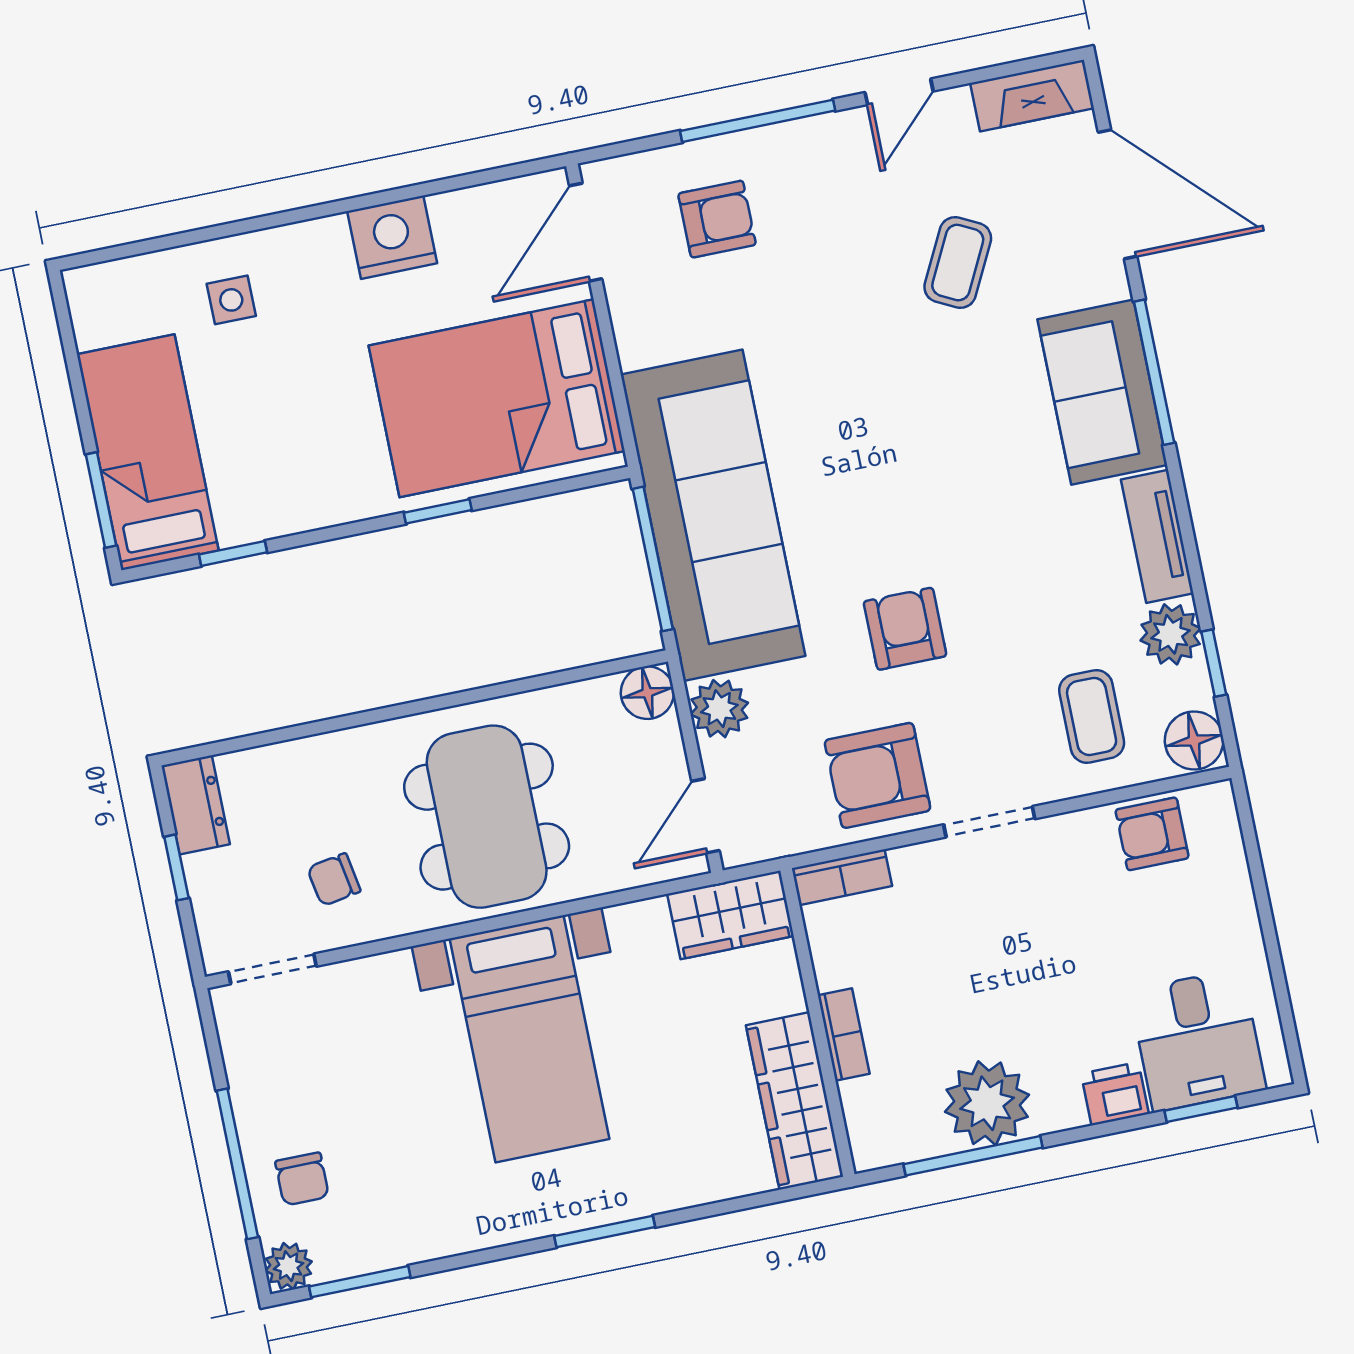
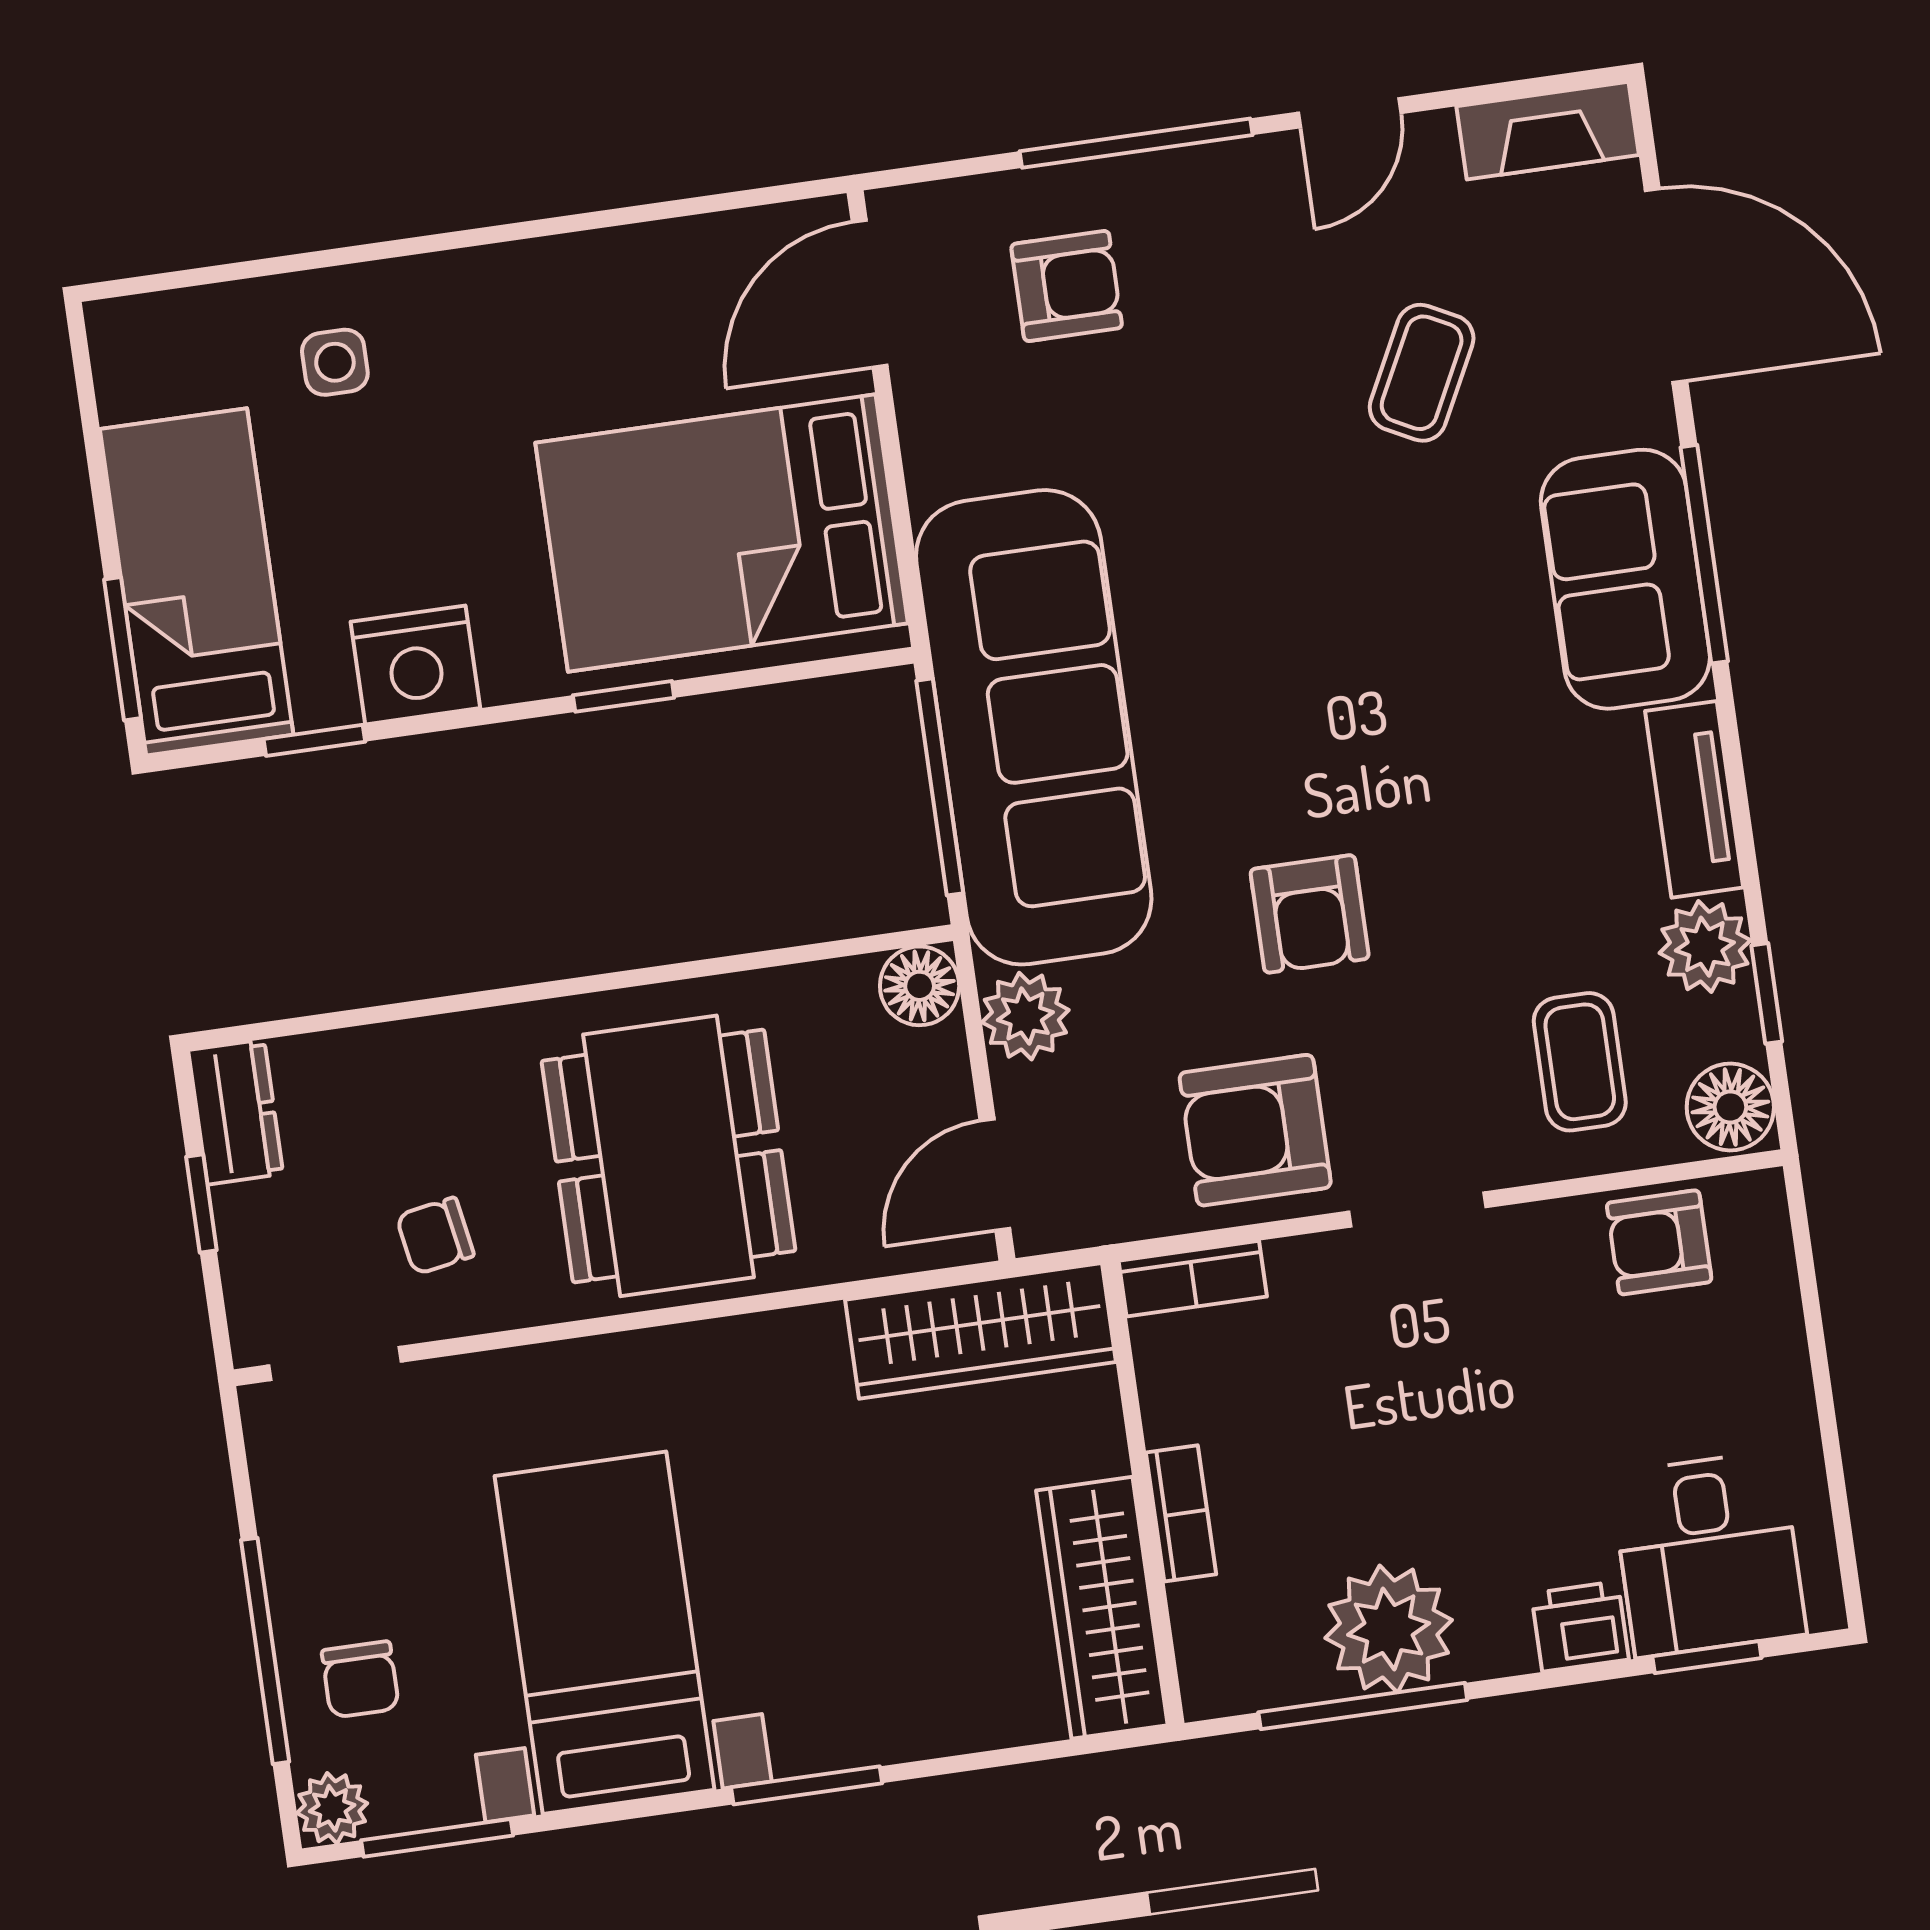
nightstand: (392, 237) -> (415, 665), moved, turned 180
armchair: (905, 629) -> (1310, 914), turned 180
wardrobe: (731, 915) -> (981, 1331), width x1.50
bed with nightstands: (529, 1039) -> (605, 1633), moved, turned 180

